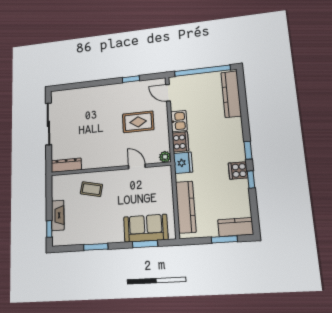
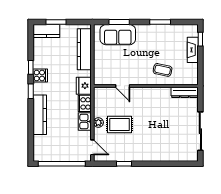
kitchen counter: (231, 94) -> (40, 115), moved
plant: (165, 157) -> (98, 122), moved

